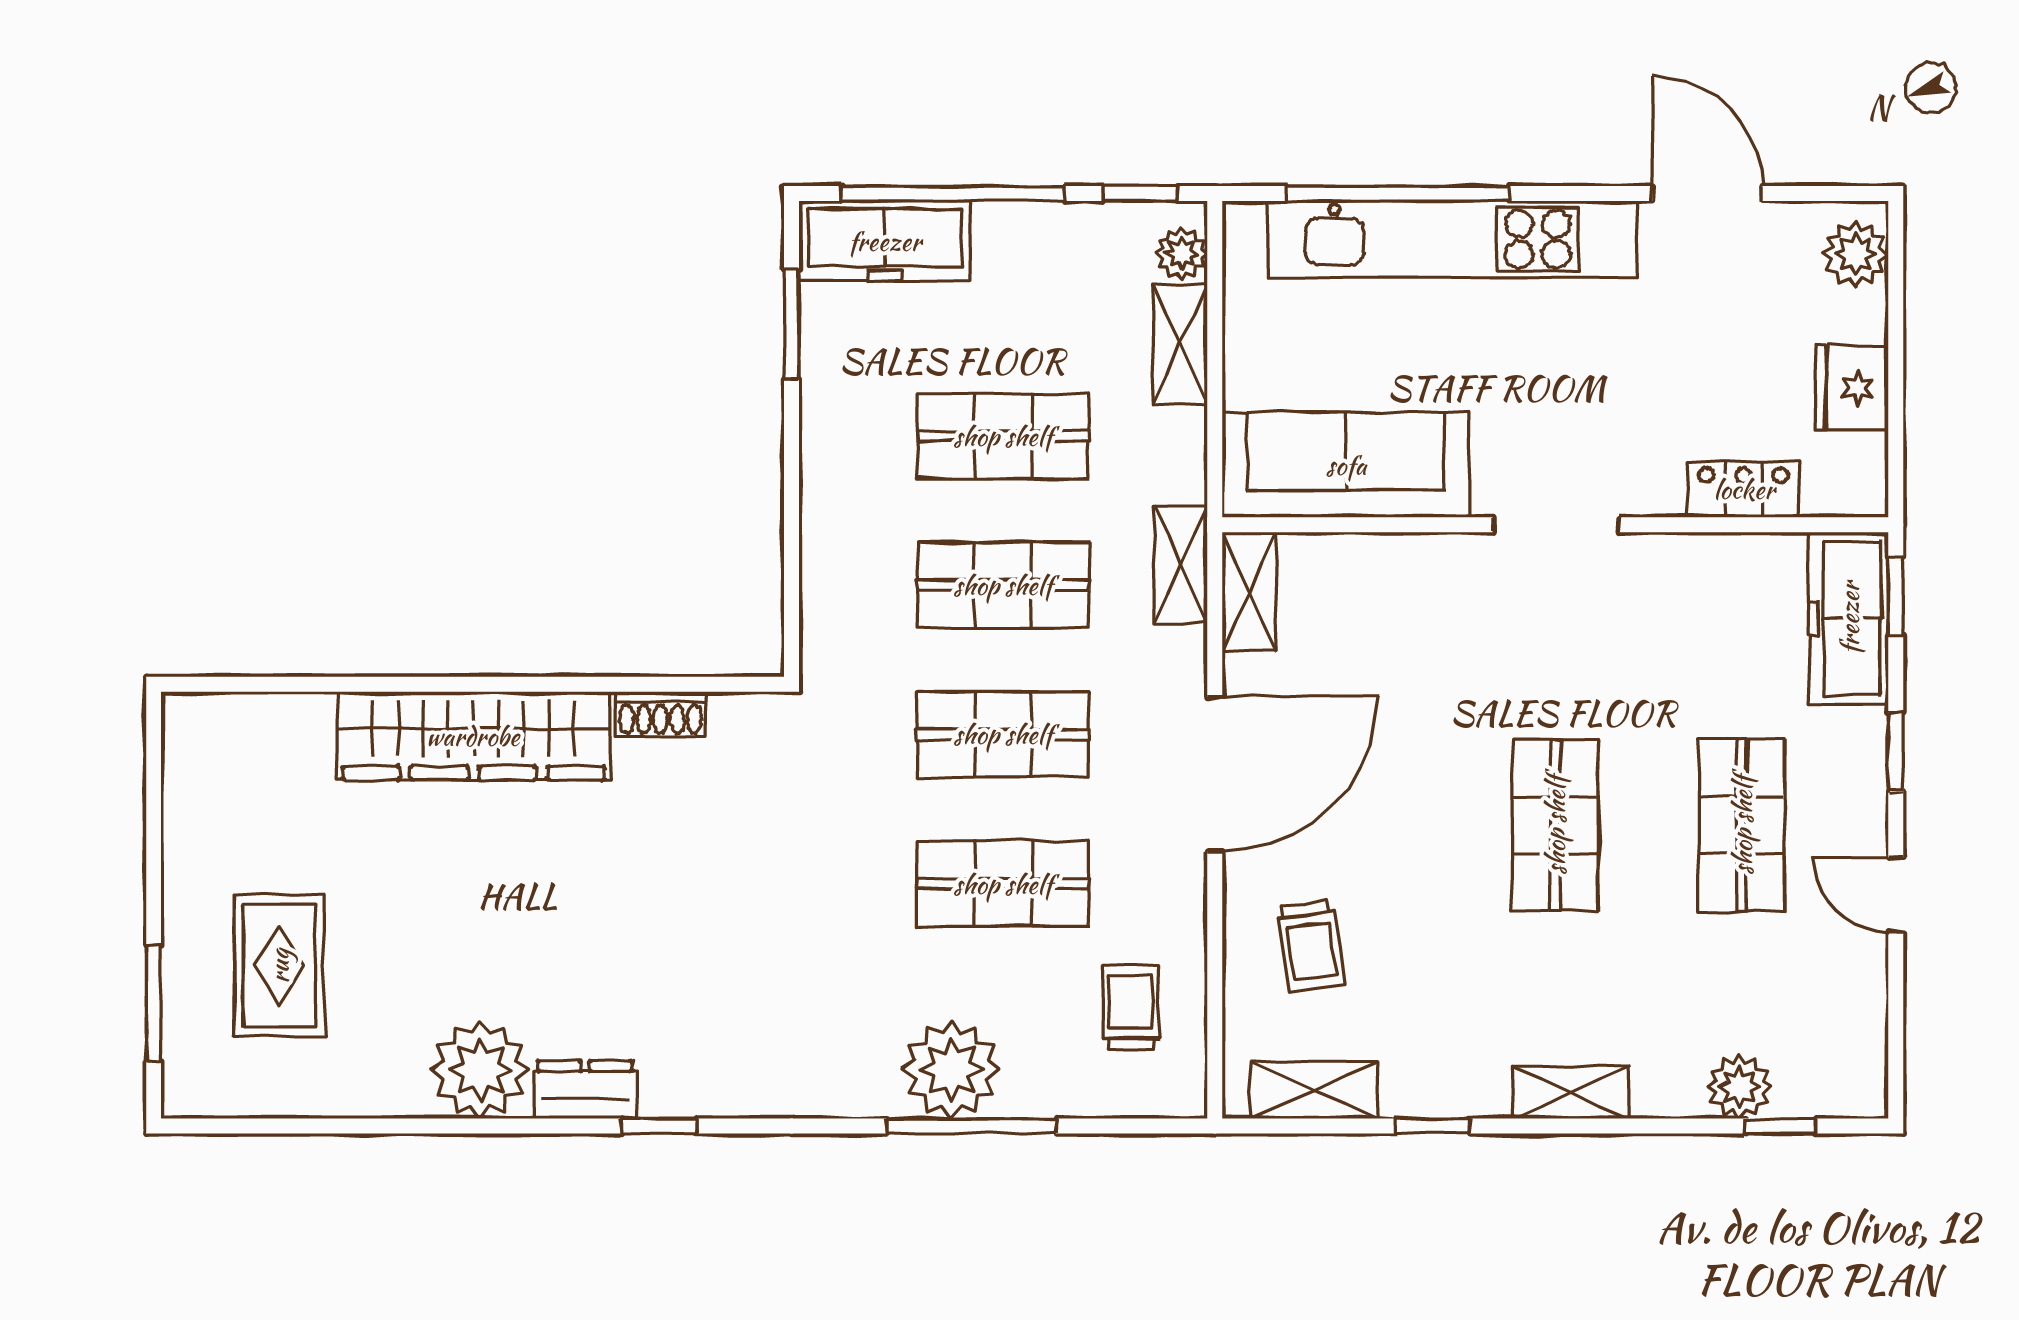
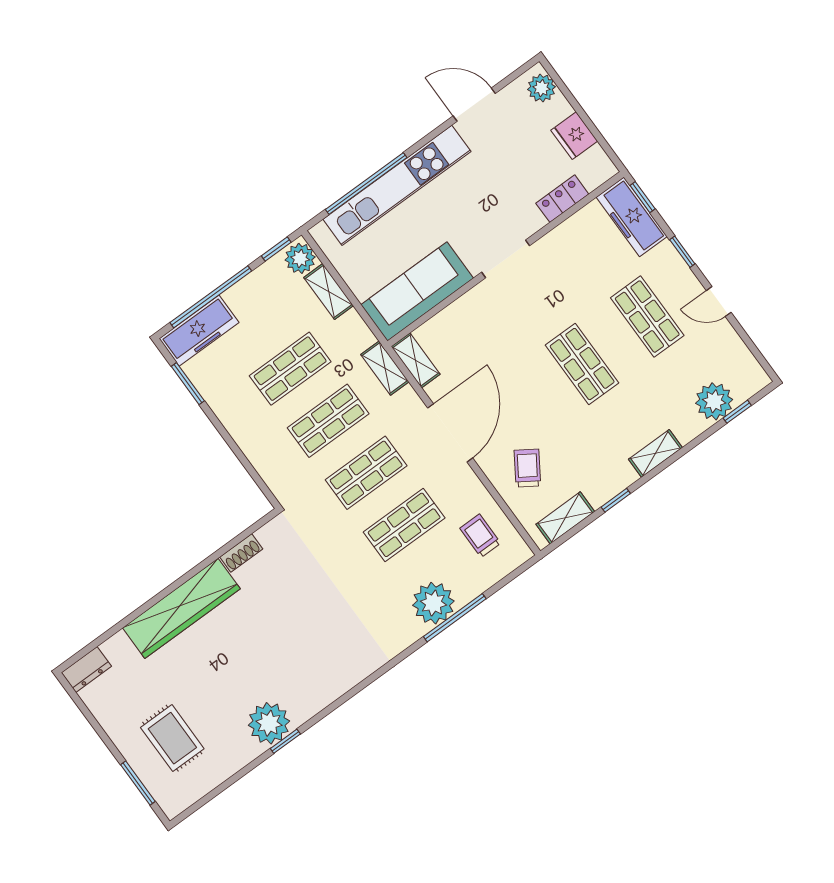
plant: (1182, 253) -> (300, 258), width x1.38, depth x1.38
trolley: (1311, 945) -> (527, 468), turned -138
plant: (1740, 1087) -> (714, 401), width x1.36, depth x1.36
dresser: (585, 1090) -> (86, 669), moved, turned 180
window: (659, 1126) -> (285, 741), moved

